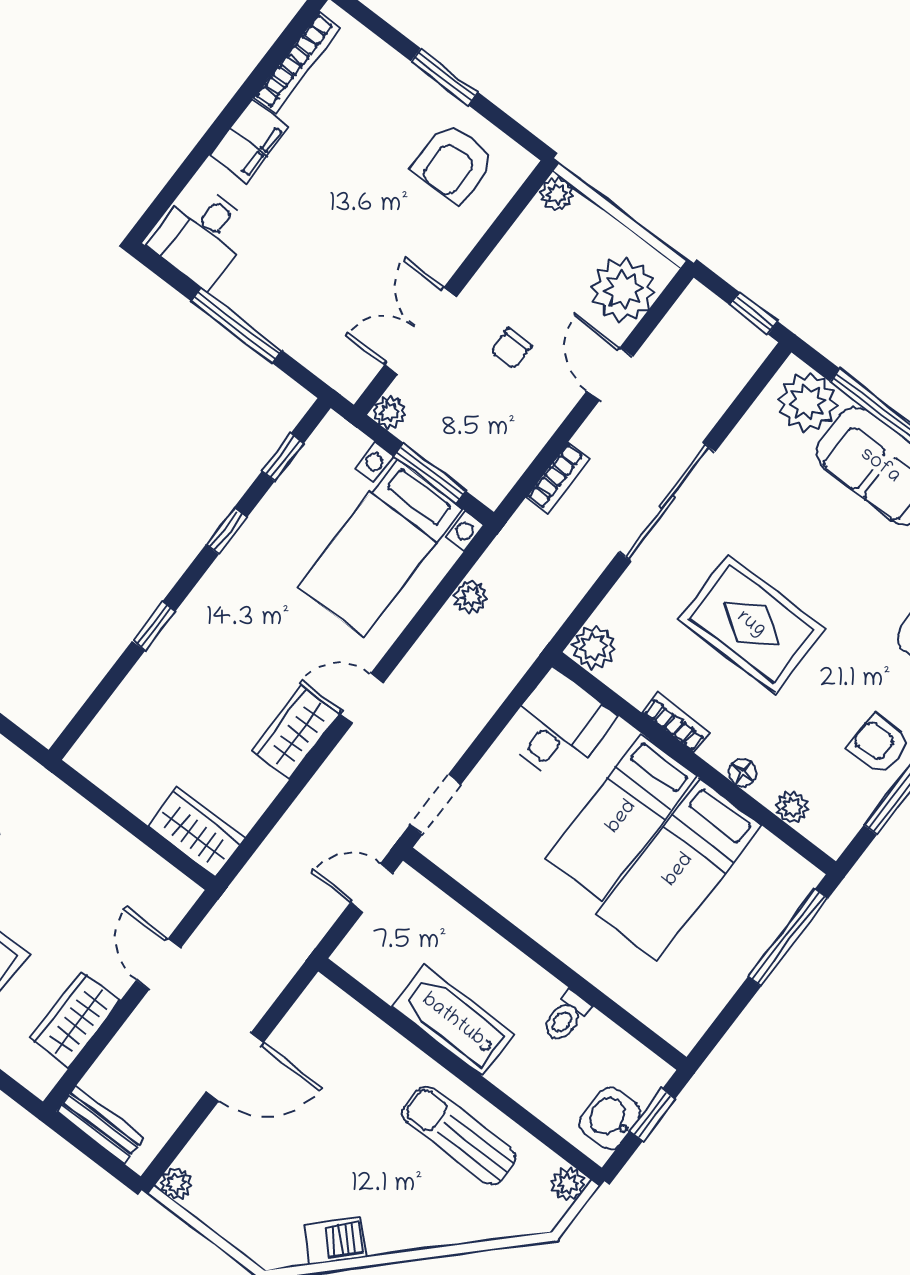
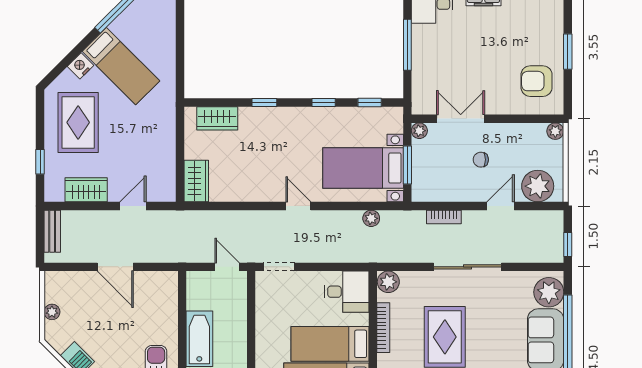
bookcase: (676, 723) -> (383, 328), width x1.56
wardrobe: (296, 732) -> (217, 118), moved, turned 180
plant: (176, 1183) -> (52, 312), moved

